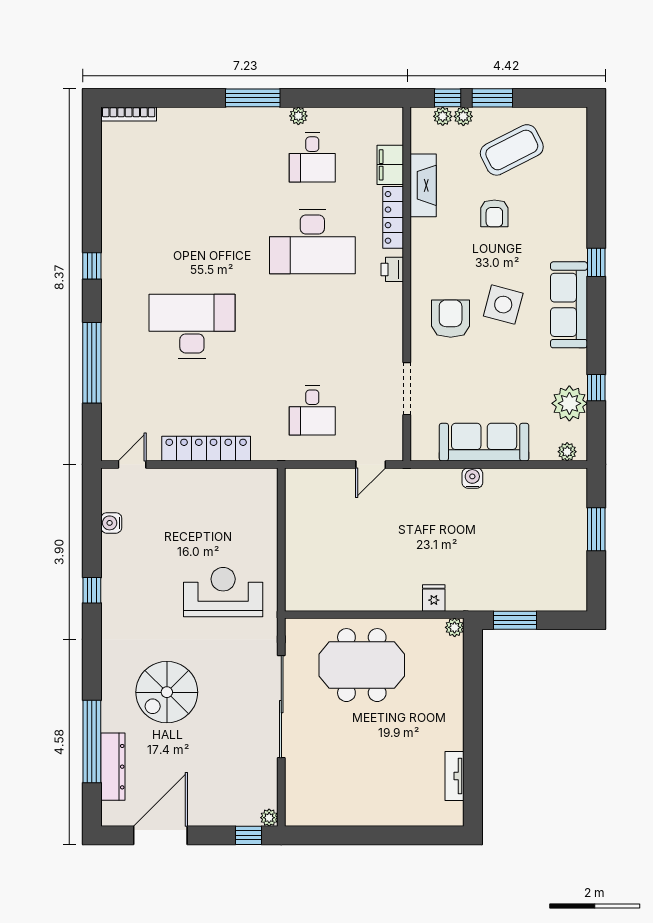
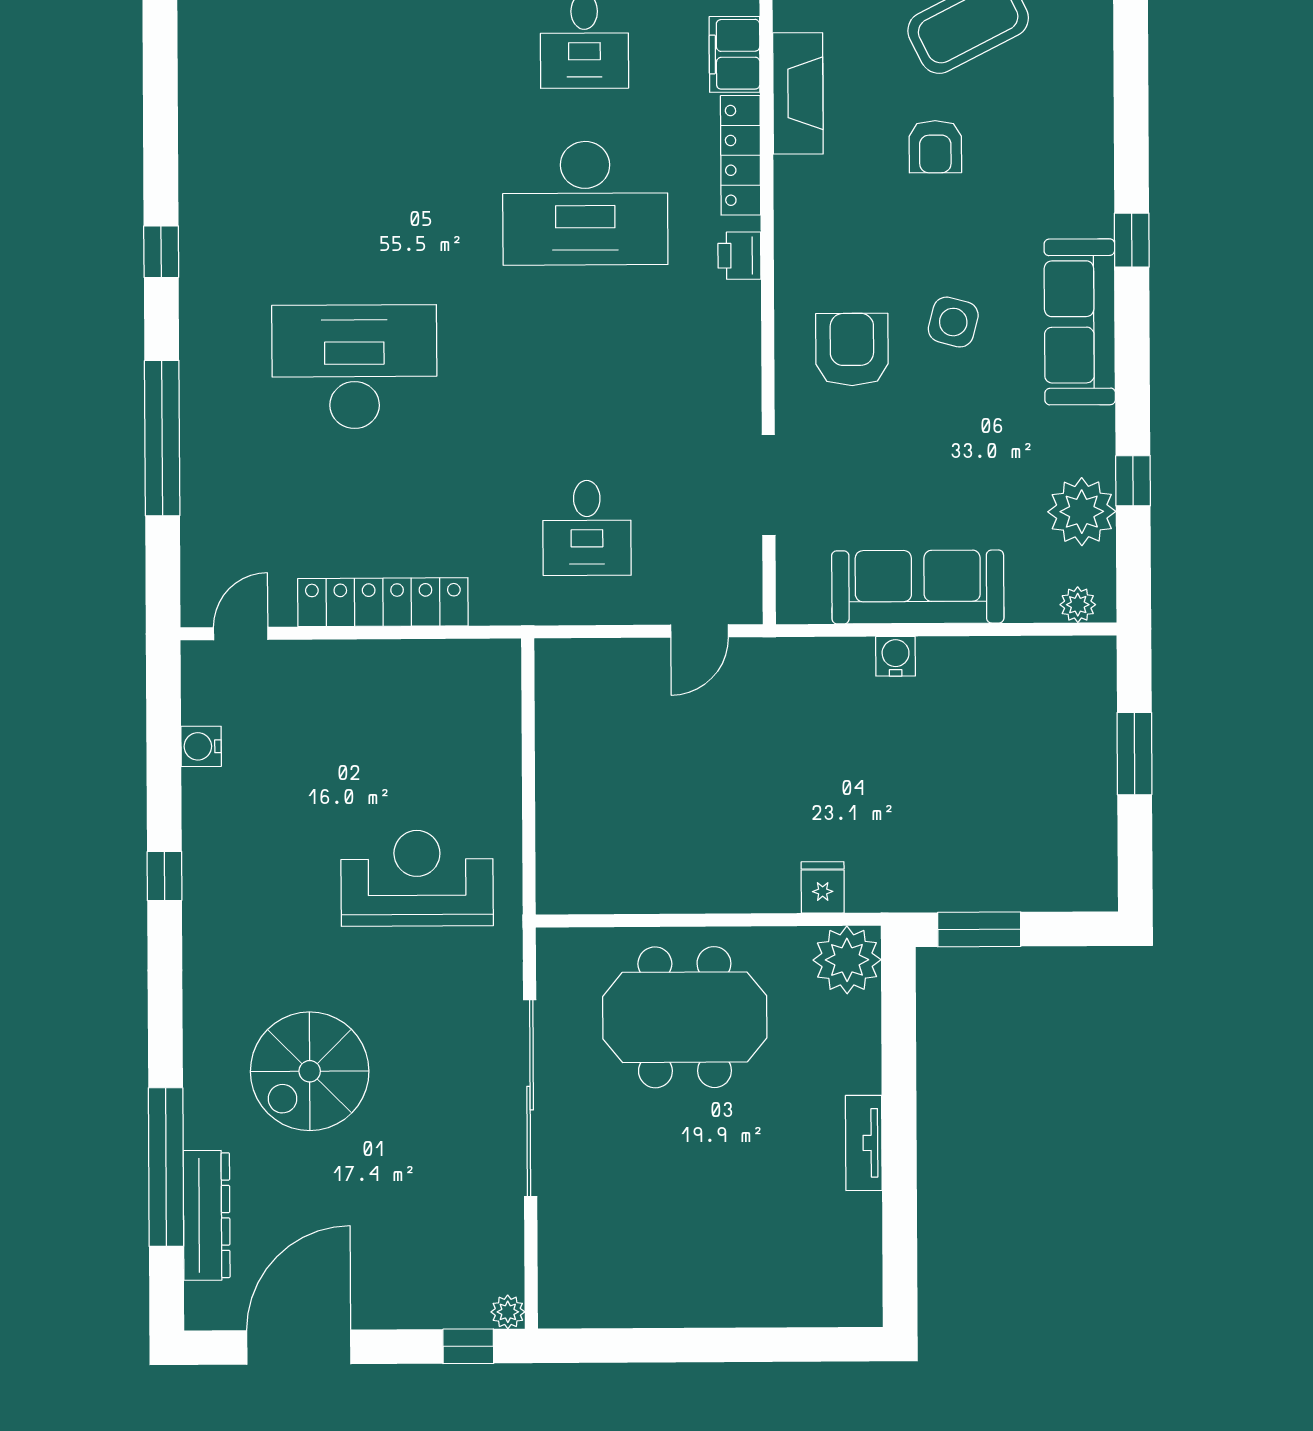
side table: (503, 305) -> (953, 322), width x0.73, depth x0.73
plant: (455, 627) -> (847, 960), width x1.88, depth x1.88
tv unit: (455, 776) -> (864, 1143), moved

